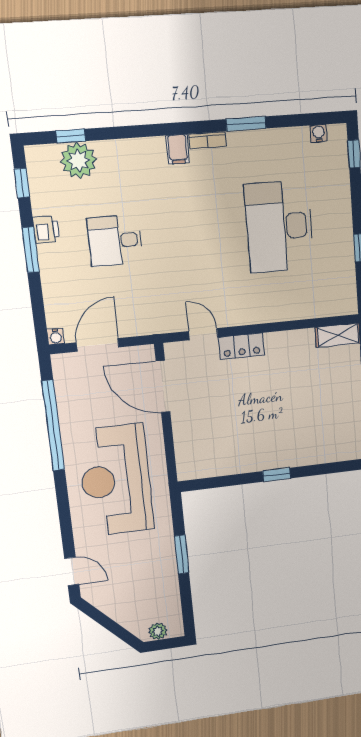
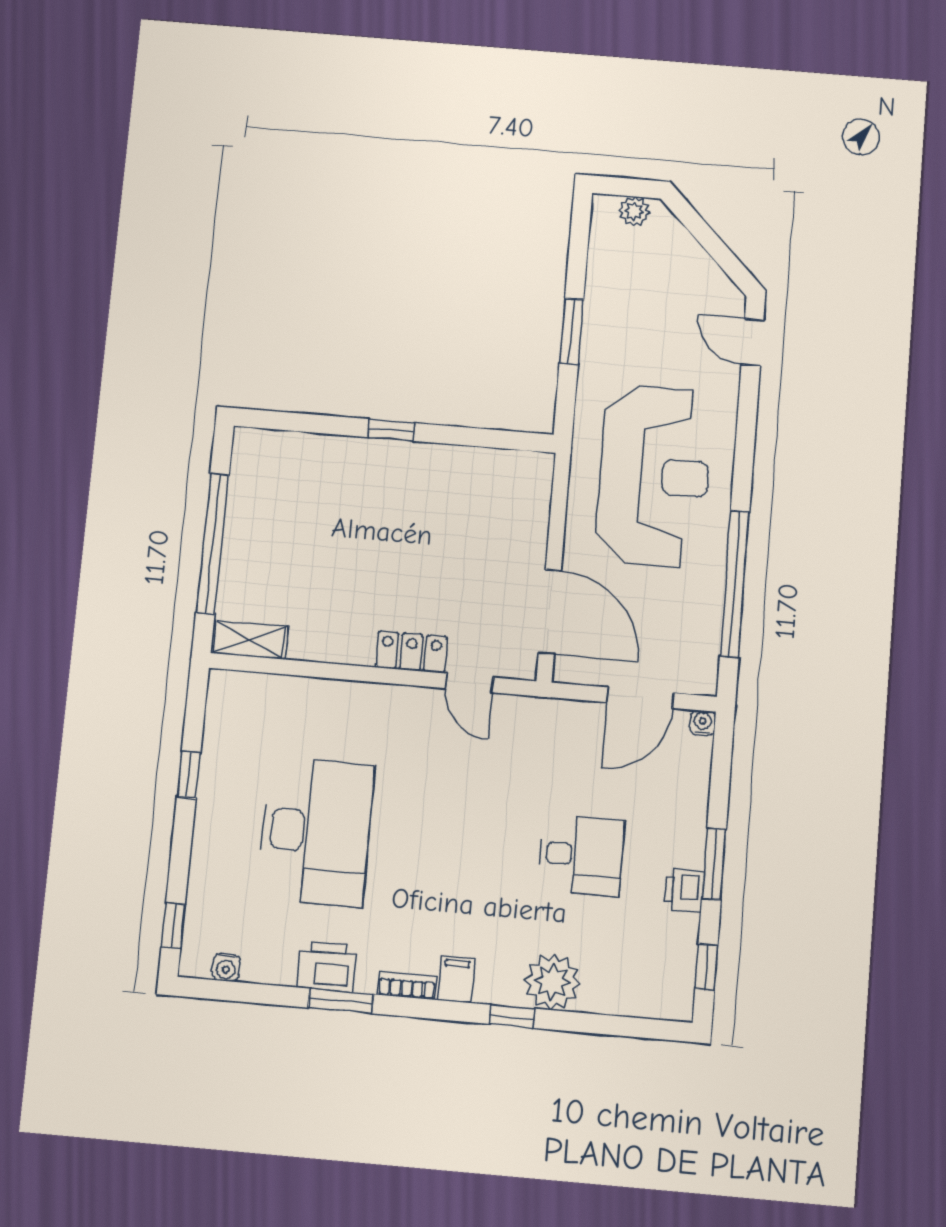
window: (71, 136) -> (512, 1016), moved
printer: (258, 144) -> (327, 967), added
plant: (78, 160) -> (552, 982), moved

